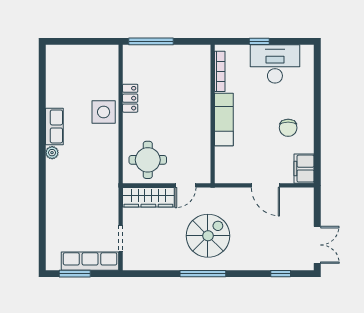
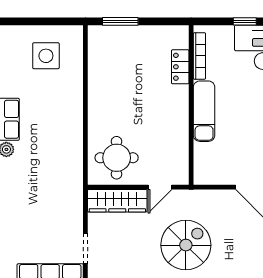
window: (151, 41) -> (120, 21), width x0.69
locker: (130, 98) -> (180, 67), moved, turned 180
side table: (104, 112) -> (46, 56), moved

